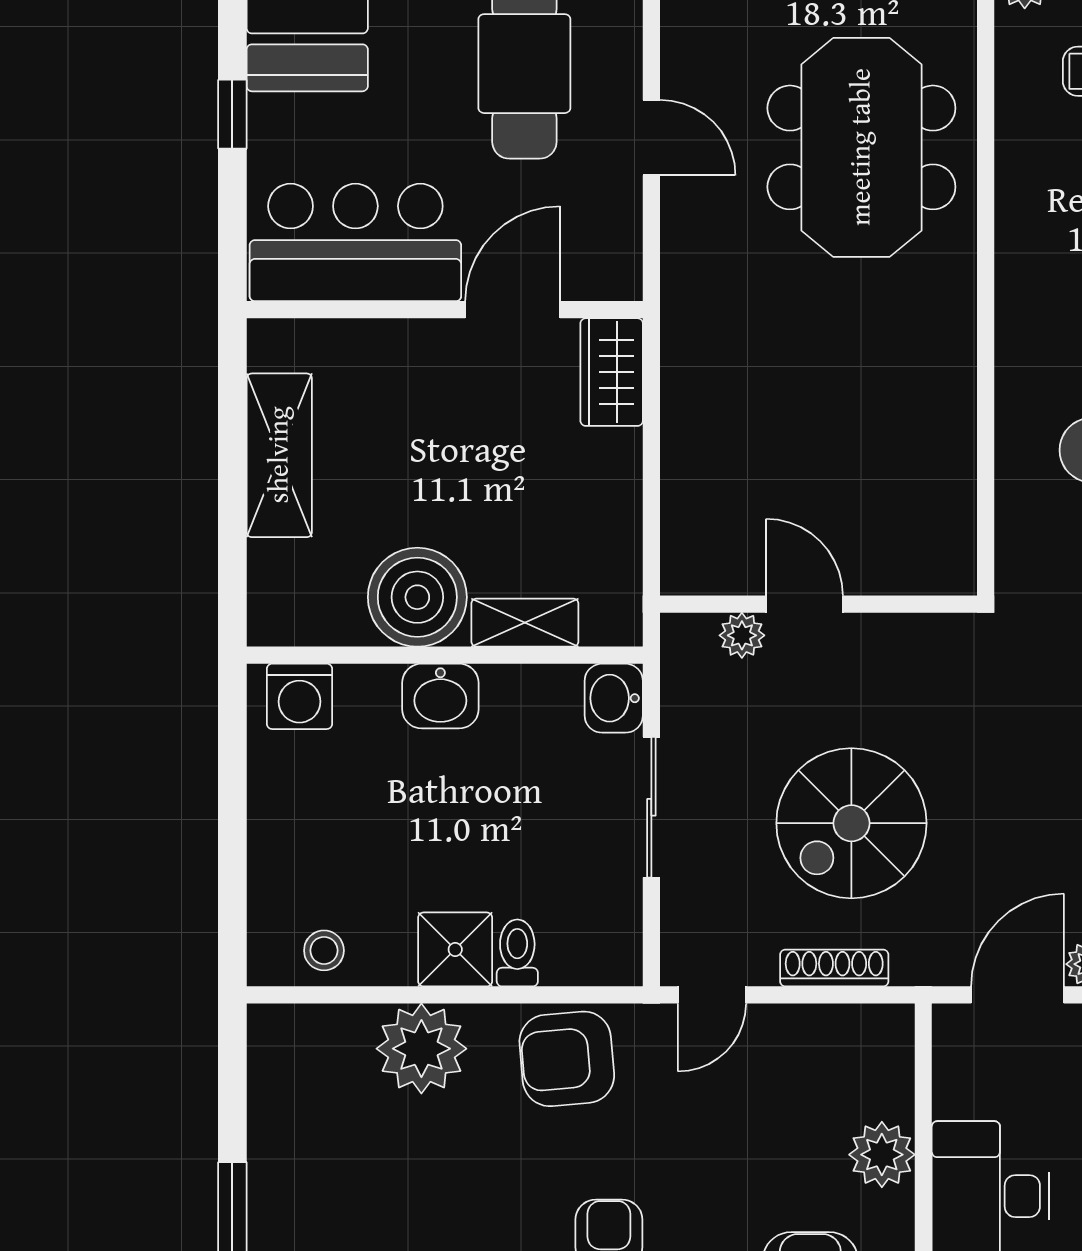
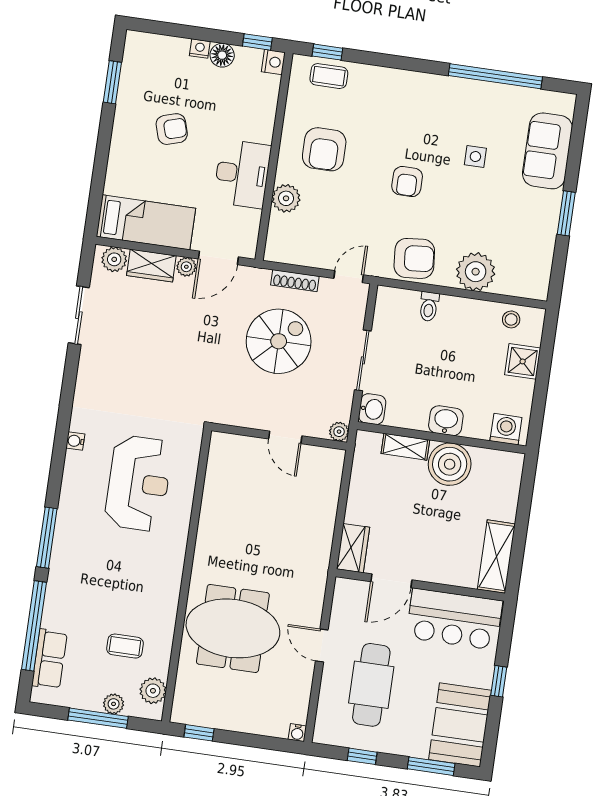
meeting table: (861, 147) -> (233, 628), turned 90
shelving: (279, 455) -> (496, 557), moved
plant: (742, 635) -> (339, 432), moved
shower: (455, 949) -> (523, 361), moved

